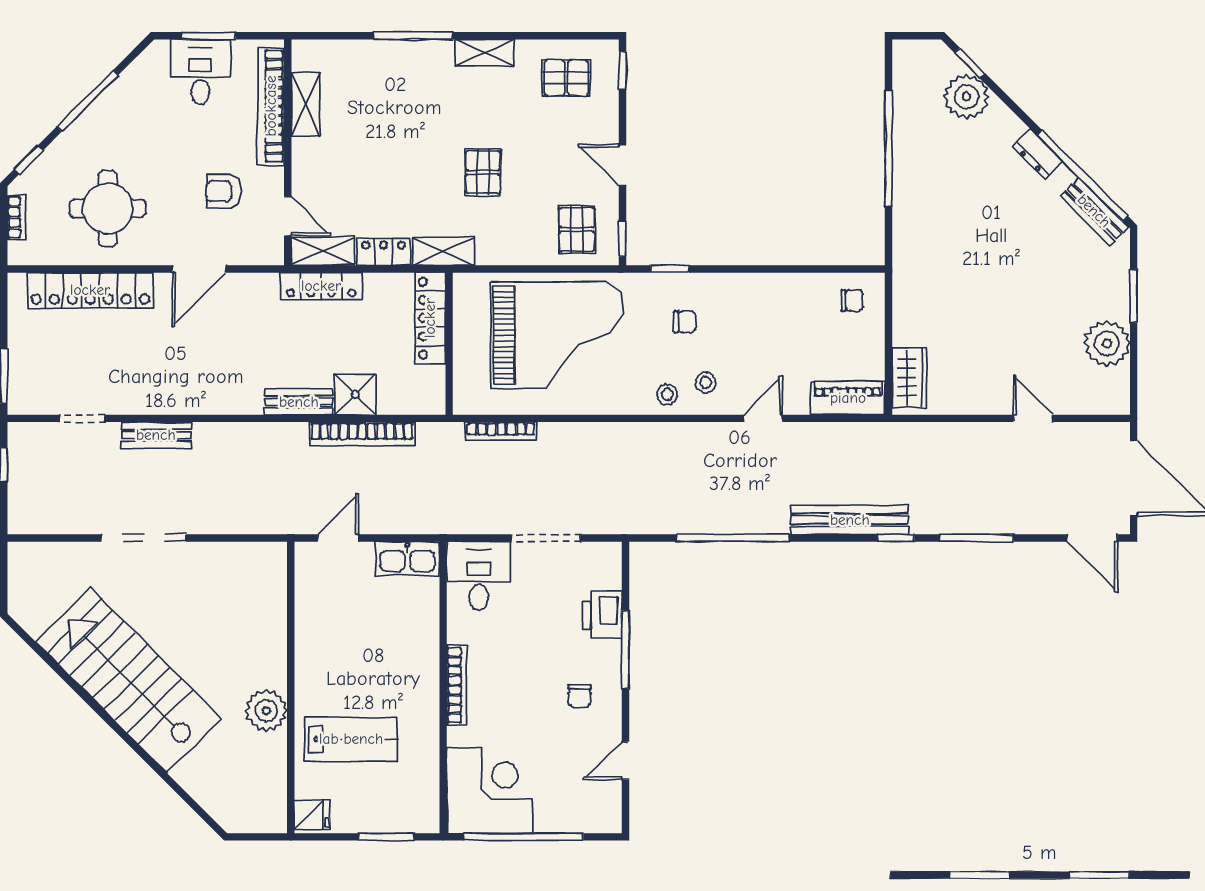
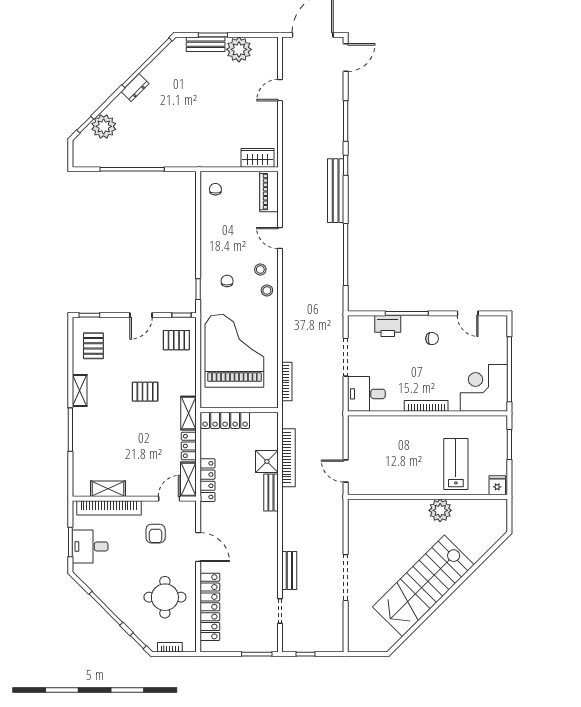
bench: (1094, 211) -> (206, 44), moved, turned 45
kitchen sink: (407, 559) -> (357, 433), removed

